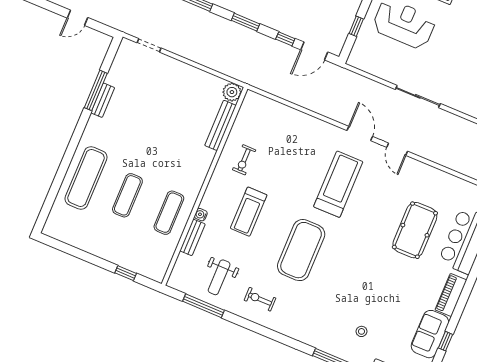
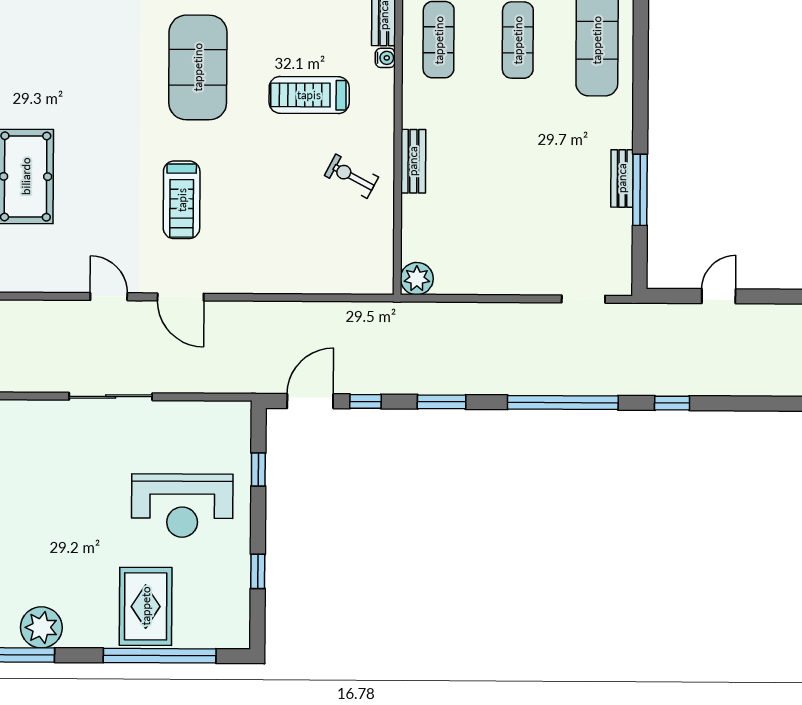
bench: (220, 125) -> (413, 161), moved, width x0.73
exercise bike: (244, 160) -> (351, 176), turned -62
treadmill: (338, 184) -> (182, 200), width x0.73, depth x0.73
treadmill: (249, 212) -> (309, 95), turned -90

